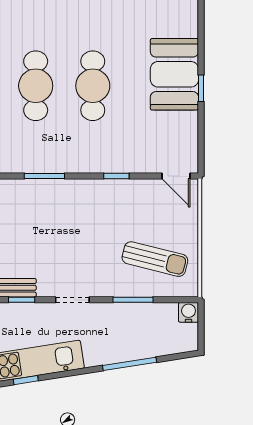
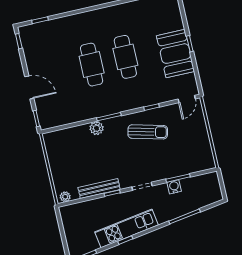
booth: (174, 74) -> (175, 54), moved
door: (176, 176) -> (187, 99), hinge flipped
plant: (20, 190) -> (97, 128), added
sun lounger: (155, 259) -> (148, 132), moved
water cooler: (189, 312) -> (174, 187), moved

